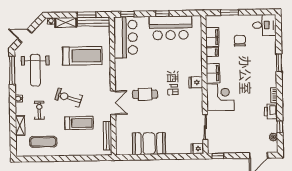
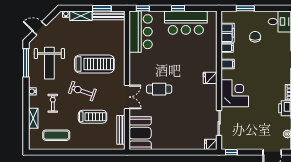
treadmill: (82, 56) -> (94, 64), moved
filing cabinet: (213, 73) -> (228, 64), width x0.50
booth: (149, 144) -> (140, 133), moved, turned 90

